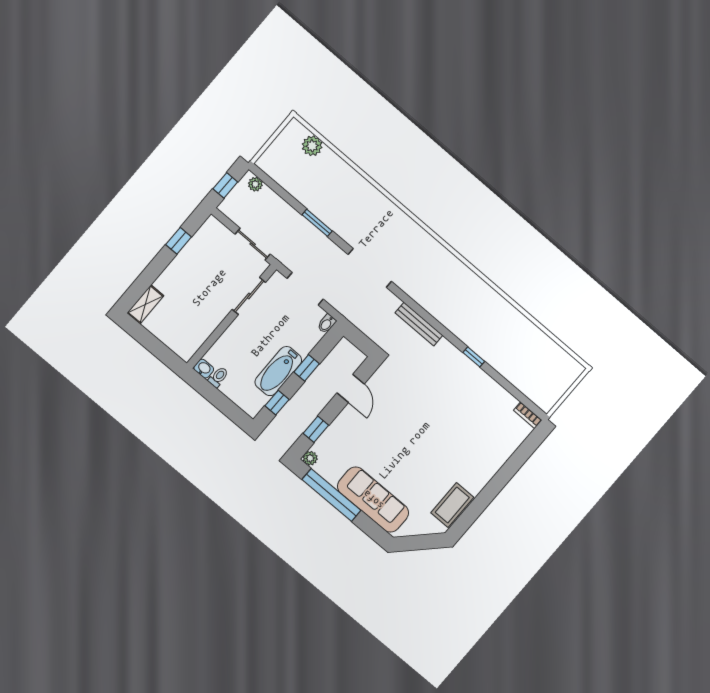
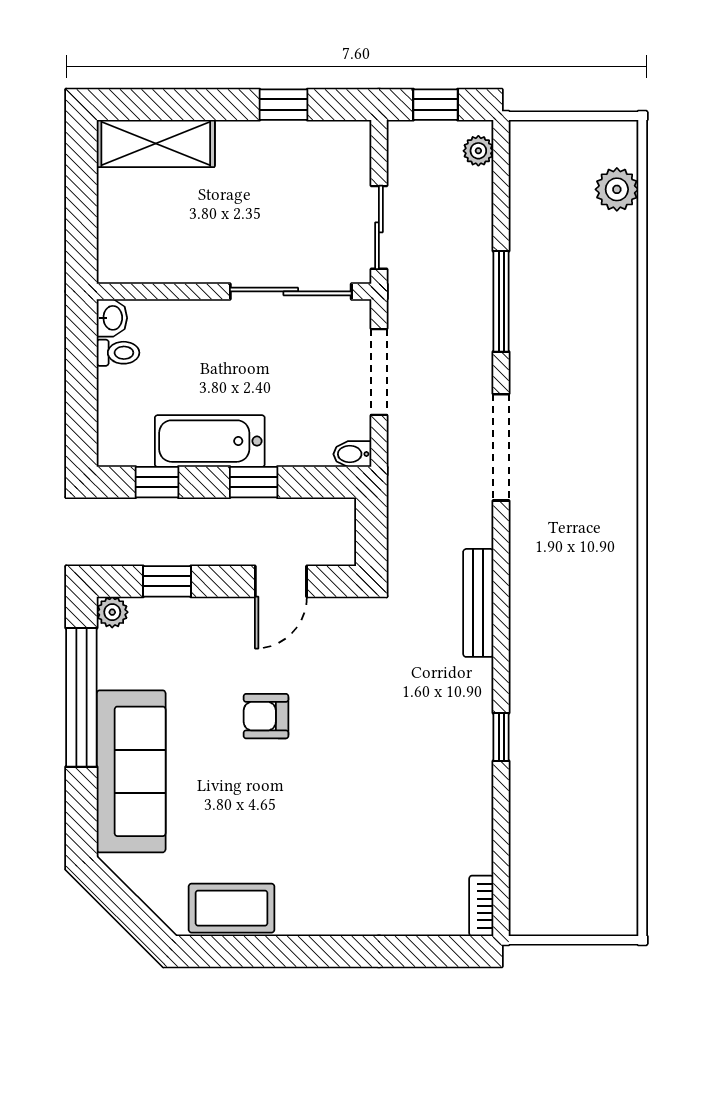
window: (317, 223) -> (501, 301), width x1.44
sliding door: (249, 296) -> (291, 291), width x1.37
shelving: (145, 304) -> (156, 143), width x1.50, depth x1.33
armchair: (394, 435) -> (266, 716), added

